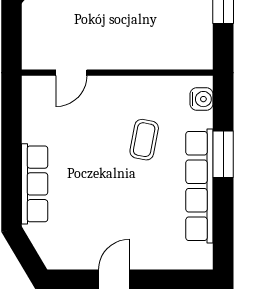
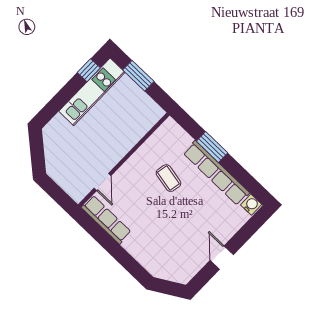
water cooler: (202, 99) -> (251, 205), moved
row of seats: (35, 184) -> (106, 220), moved

